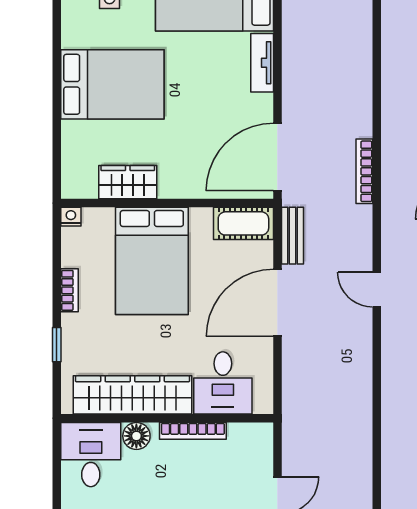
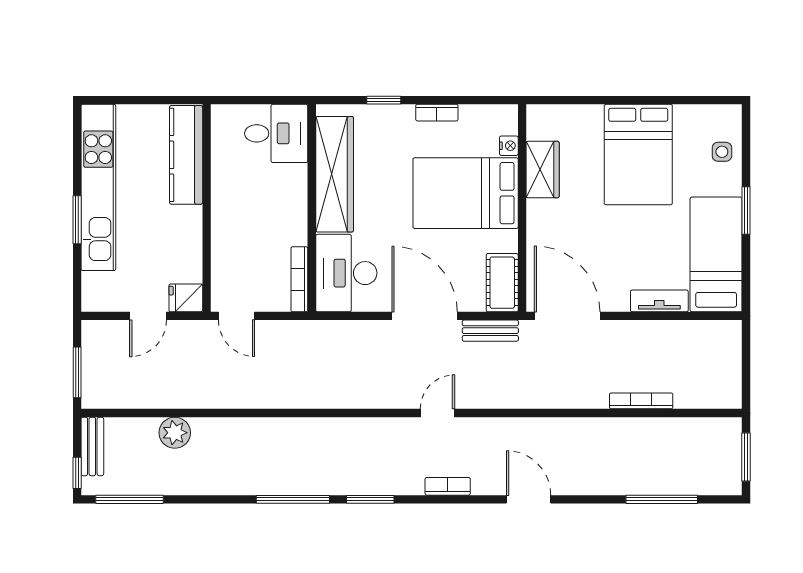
bookcase: (364, 171) -> (641, 401), moved
nightstand: (71, 217) -> (509, 146), moved
desk: (223, 383) -> (346, 273), width x1.37
bookcase: (193, 431) -> (299, 279), moved
floor lamp: (136, 436) -> (294, 178), removed

